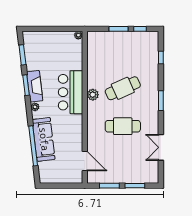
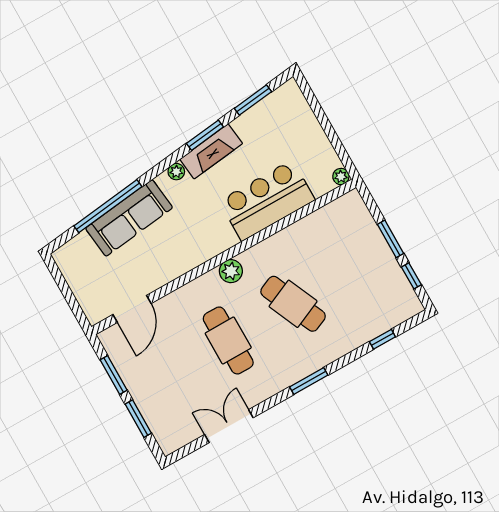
bar counter: (70, 92) -> (267, 200), moved
plant: (93, 95) -> (231, 271), moved

